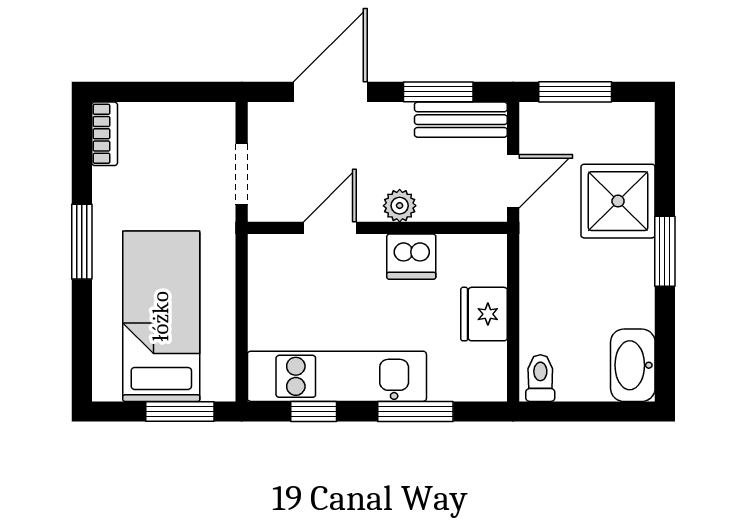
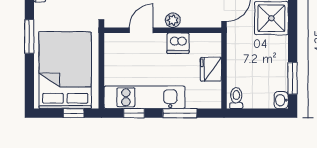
window: (665, 251) -> (293, 78), moved
bed: (161, 316) -> (65, 70), width x1.50
washbasin: (633, 365) -> (281, 100), width x0.52, depth x0.69
window: (180, 411) -> (74, 113), width x0.67

